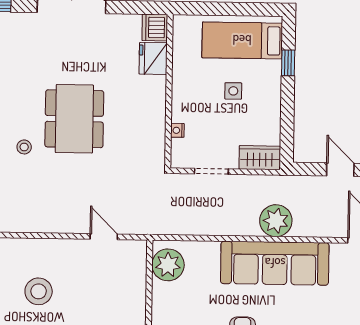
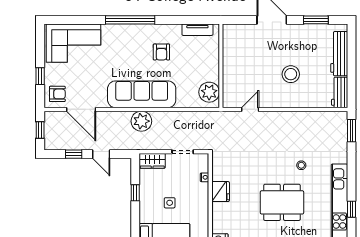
fridge: (153, 58) -> (221, 192), moved
window: (288, 63) -> (135, 193), moved
dining table: (74, 119) -> (282, 202), moved, turned 90
door: (104, 237) -> (250, 109), swing flipped

